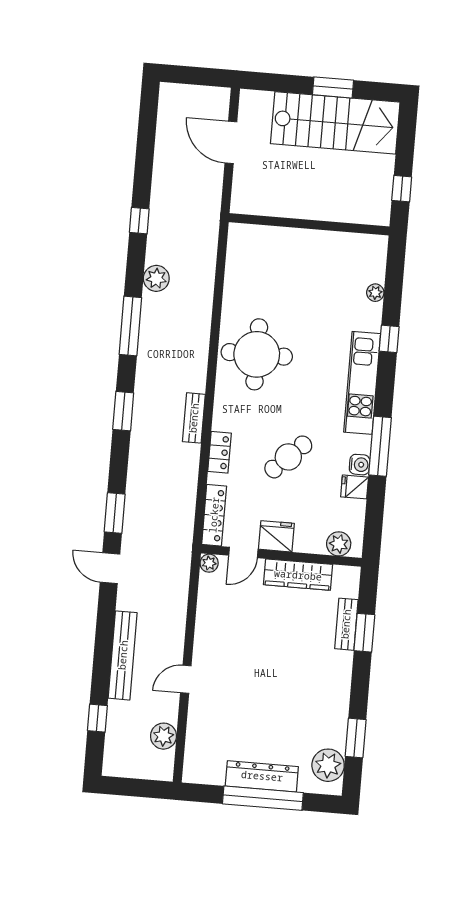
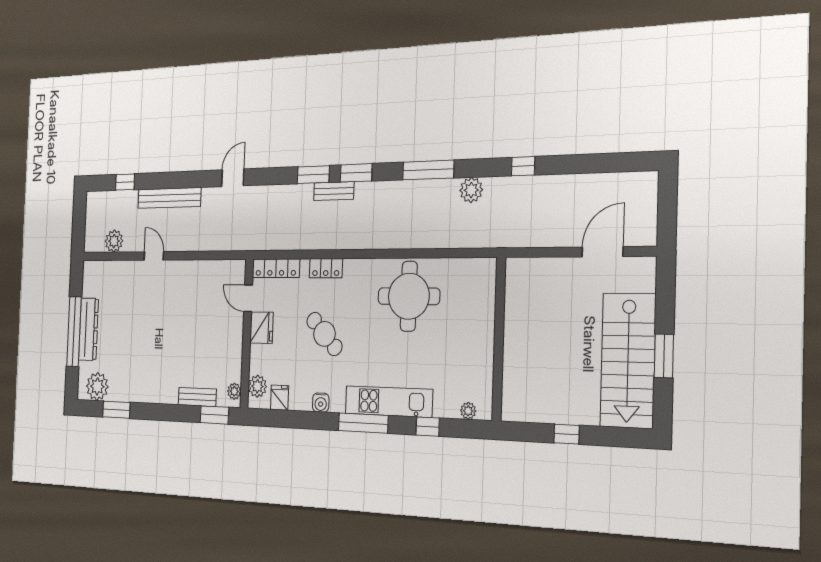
wall: (309, 224) -> (499, 339), moved
bench: (194, 418) -> (334, 191), moved
window: (380, 446) -> (363, 423), moved
fridge: (355, 487) -> (280, 398), moved
window: (115, 513) -> (313, 175), moved
plant: (209, 563) -> (234, 391), moved
wardrobe: (298, 575) -> (233, 350), removed
window: (364, 633) -> (214, 415), moved

